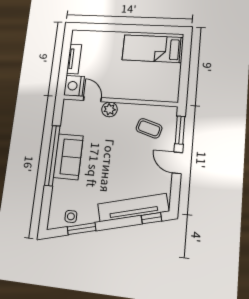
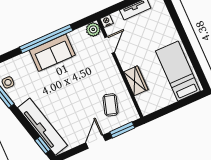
nightstand: (74, 86) -> (107, 21), width x0.53, depth x0.56
wardrobe: (140, 92) -> (136, 81), added
plant: (110, 109) -> (93, 29), moved

